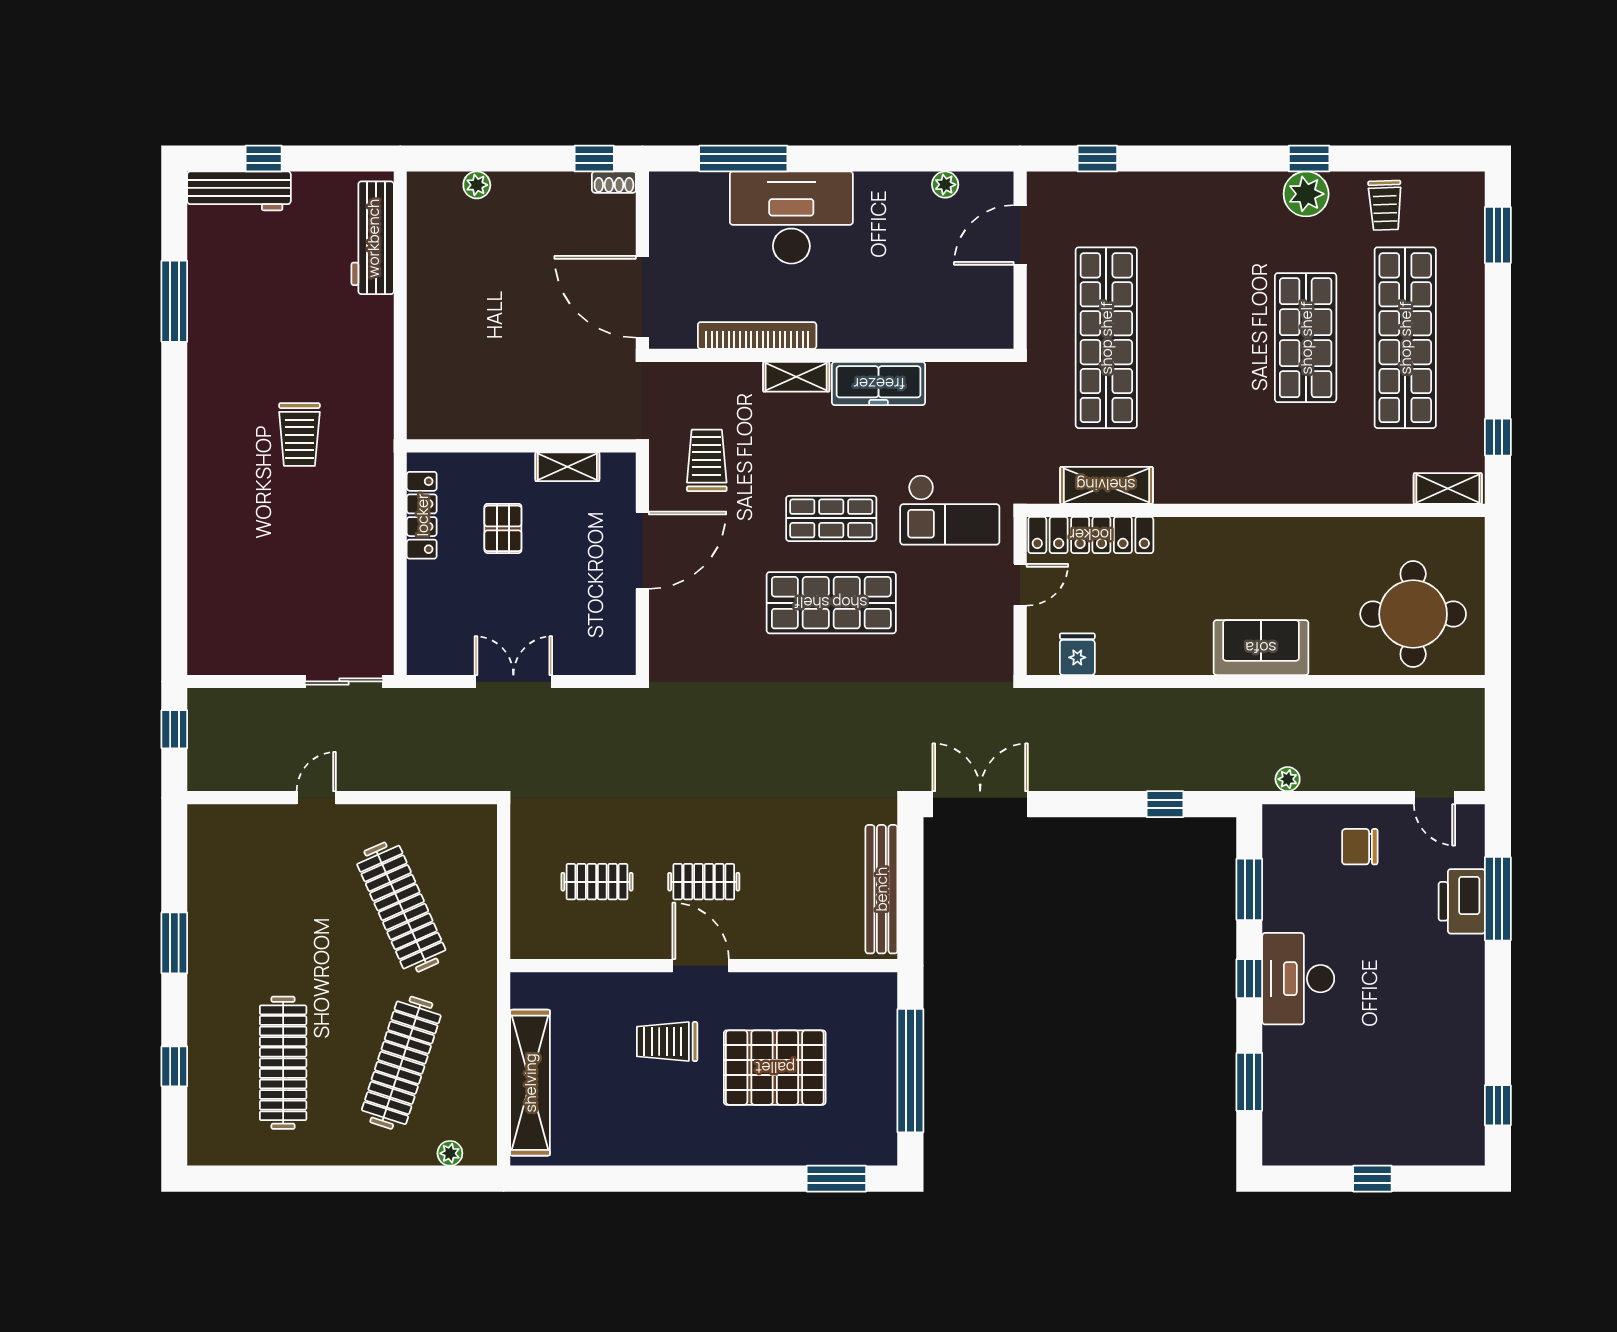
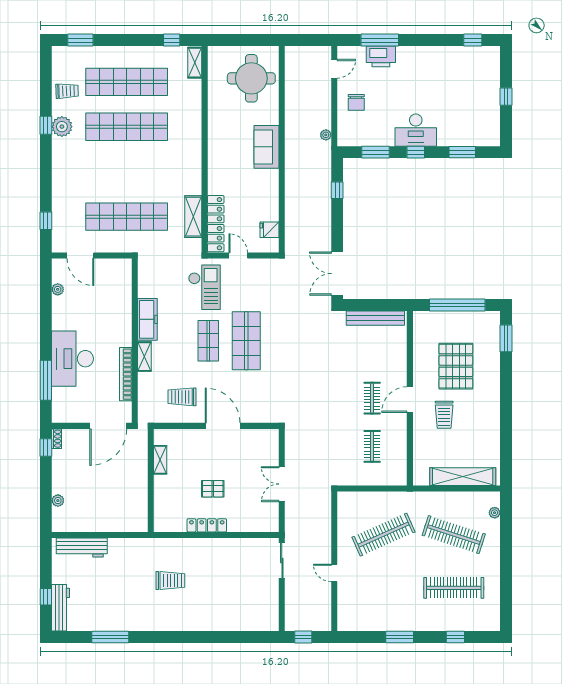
shop shelf: (1306, 338) -> (127, 127), width x1.40
wall: (521, 446) -> (151, 480), moved
shelving: (567, 467) -> (160, 460), moved

